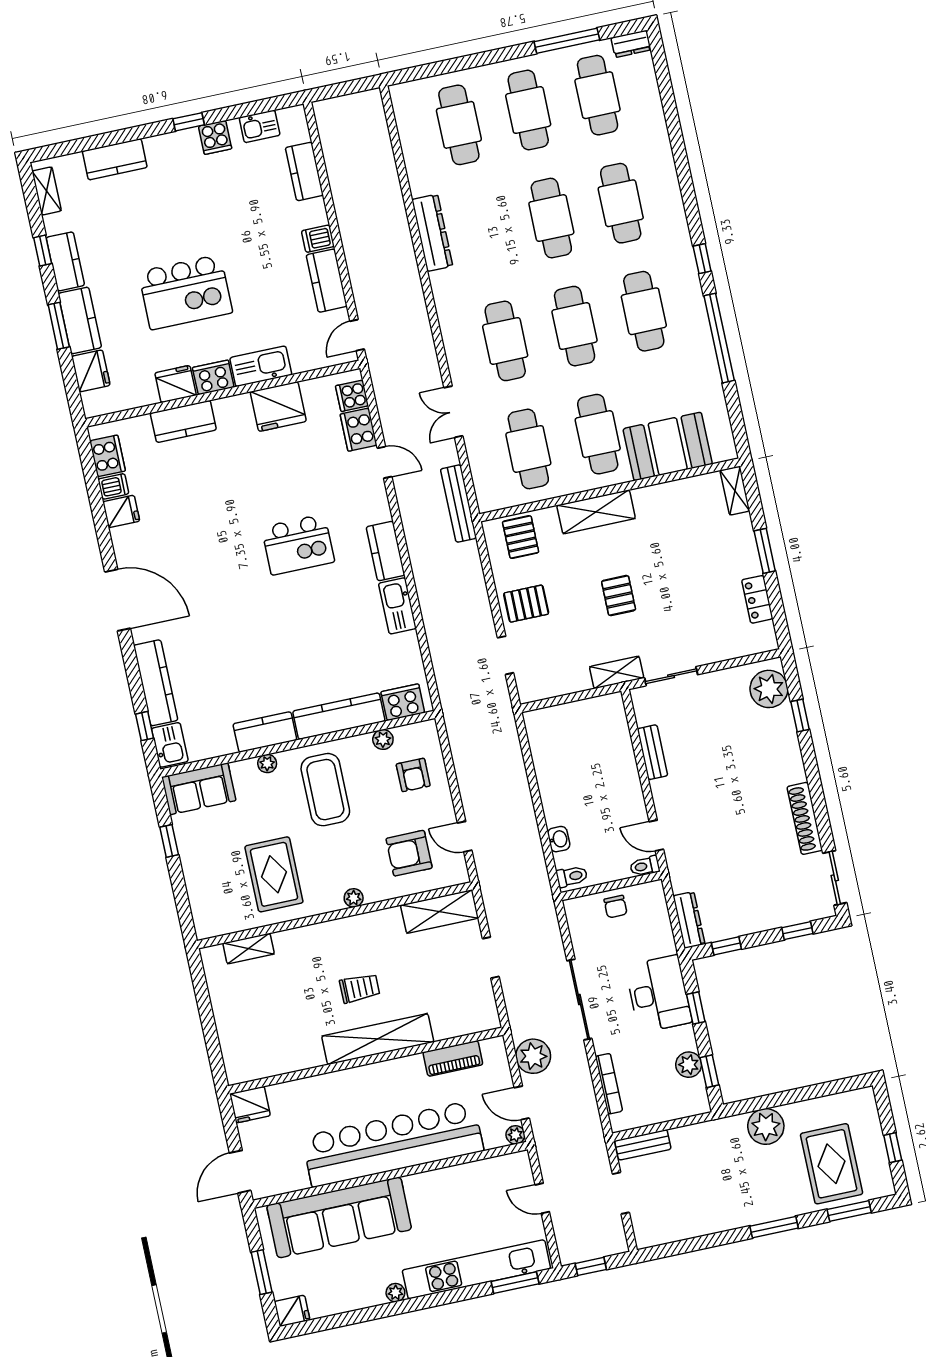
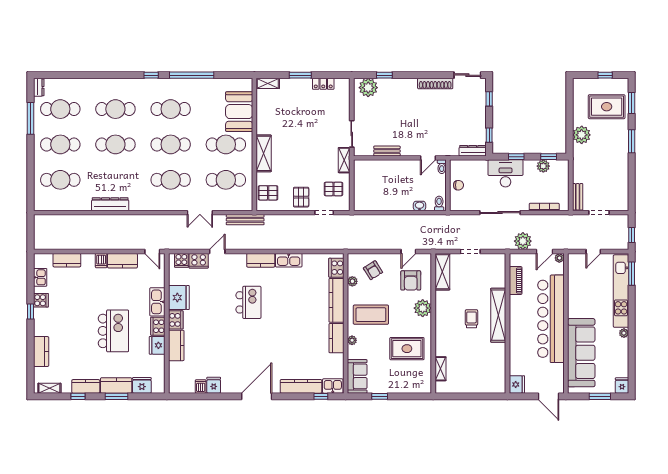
cooker: (107, 456) -> (176, 320), moved, turned 90
pallet: (619, 596) -> (333, 189), moved
armchair: (413, 775) -> (373, 270), turned 58
plant: (354, 898) -> (423, 308), width x1.87, depth x1.87

